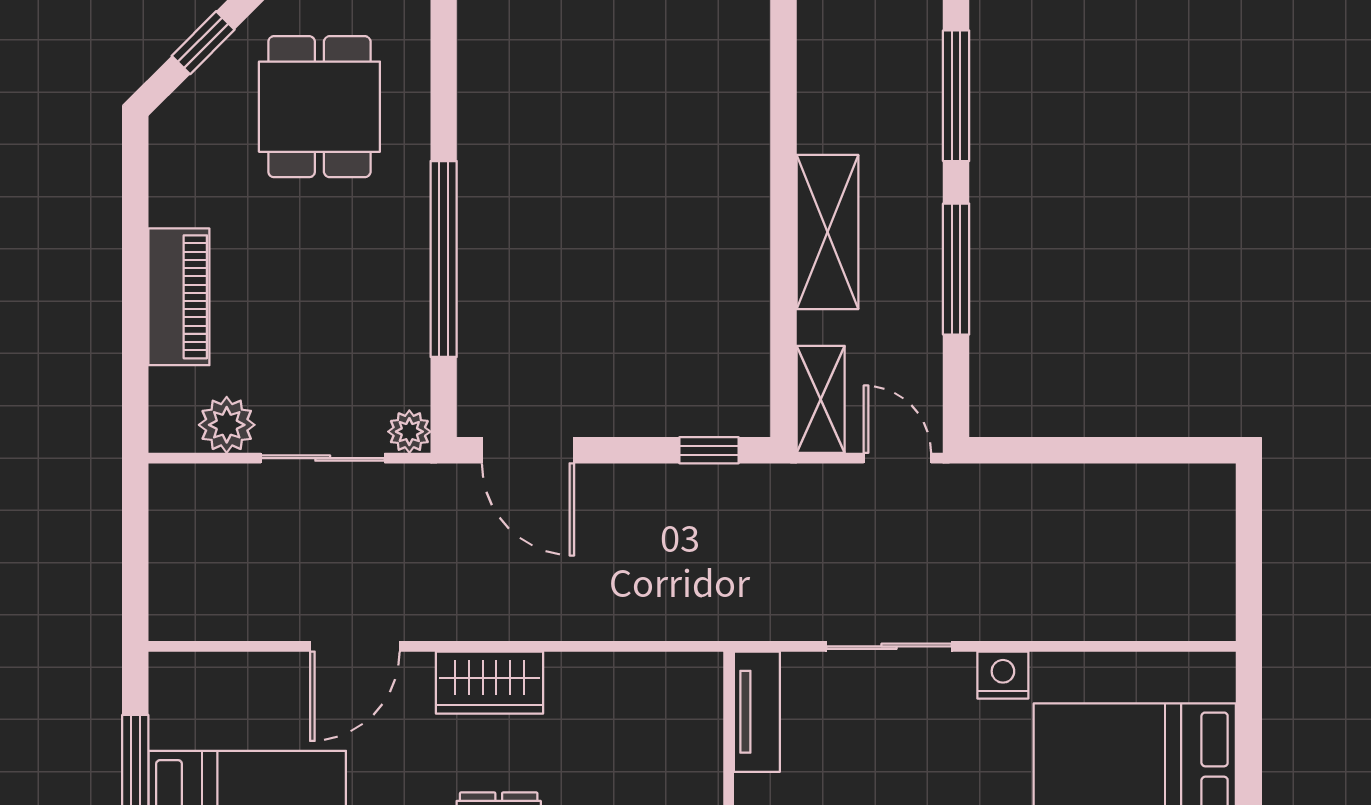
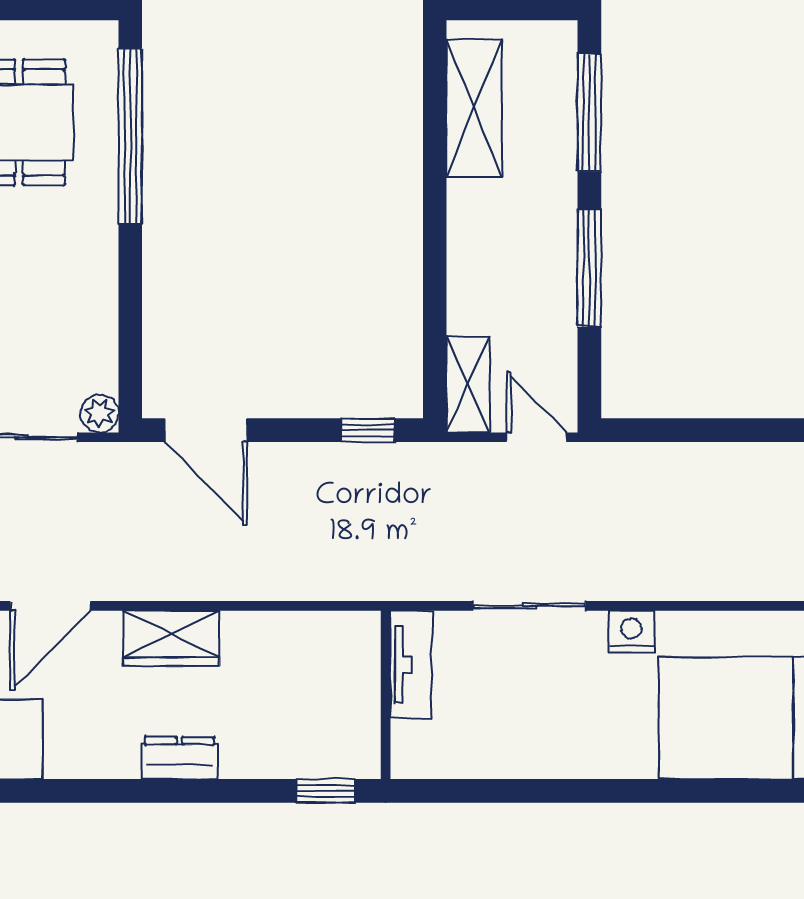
shelving: (827, 232) -> (474, 108), moved
window: (444, 259) -> (130, 136), moved

